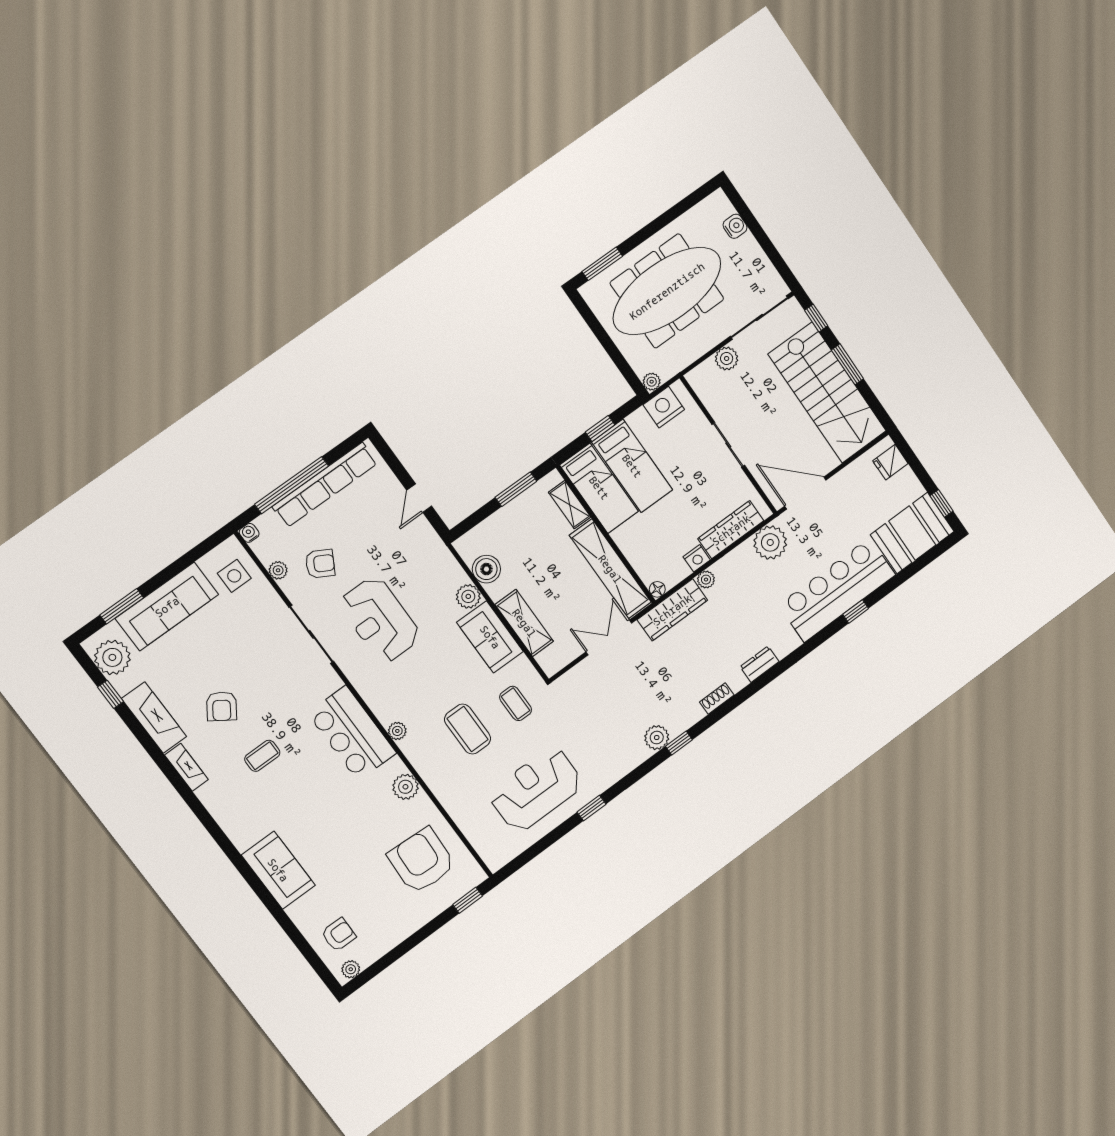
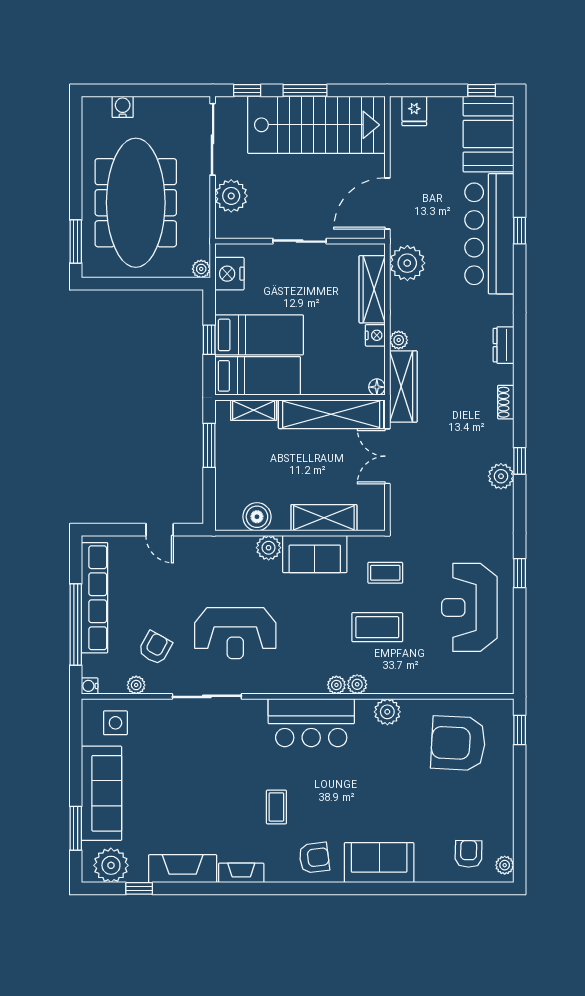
plant: (727, 358) -> (231, 196), width x1.36, depth x1.36
armchair: (222, 706) -> (314, 858), moved, turned -41
plant: (410, 747) -> (357, 684), added

